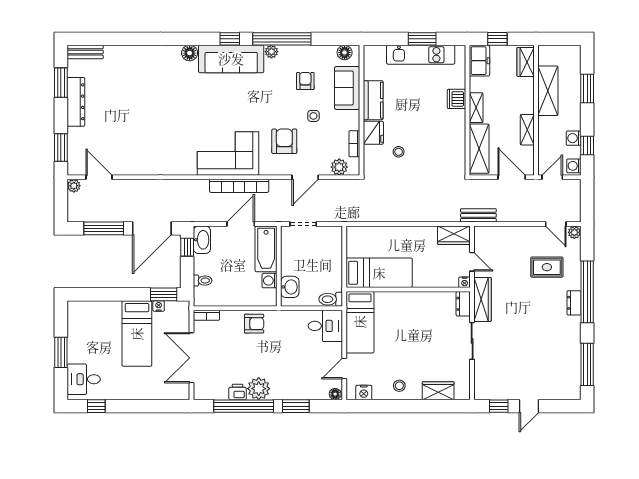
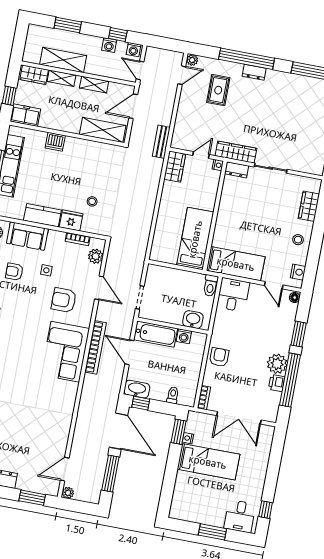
shelving: (476, 108) -> (62, 78), moved

